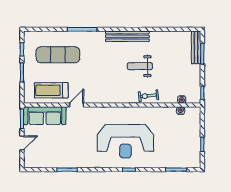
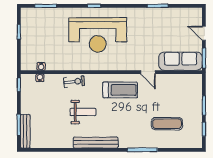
exercise mat: (58, 55) -> (167, 124), width x0.73, depth x0.69
treadmill: (51, 90) -> (120, 90), moved
door: (76, 105) -> (148, 72), hinge flipped
reception desk: (125, 141) -> (98, 35), turned 180
door: (22, 143) -> (204, 33), hinge flipped

